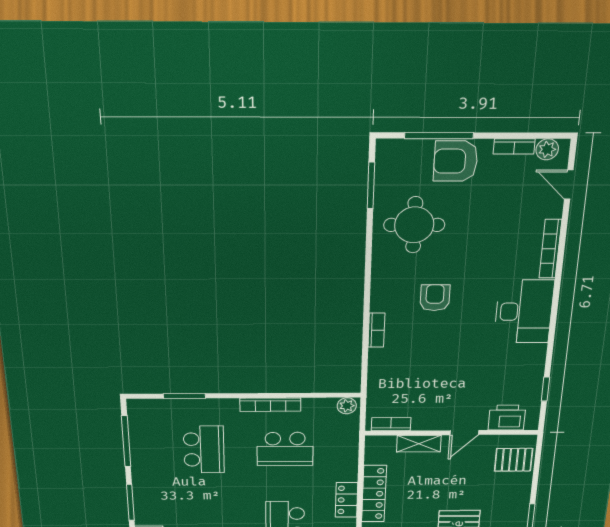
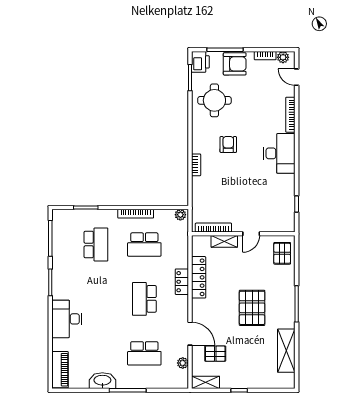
armchair: (456, 161) -> (235, 64), turned 180
printer: (507, 418) -> (200, 62), moved, turned 90
bookcase: (391, 424) -> (213, 228), width x1.56
pallet: (514, 460) -> (282, 253), turned 90

